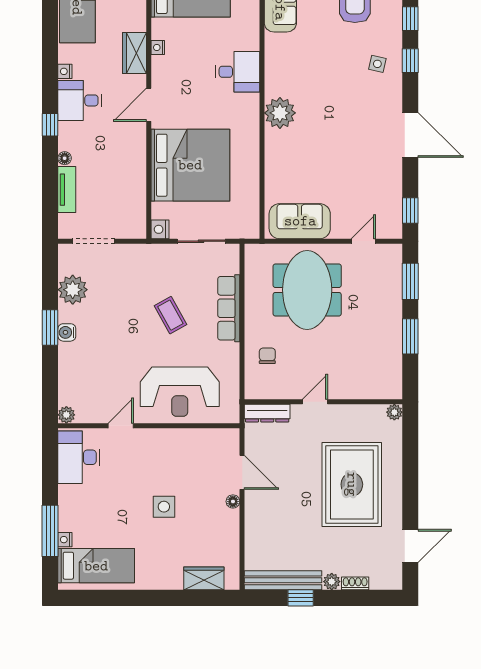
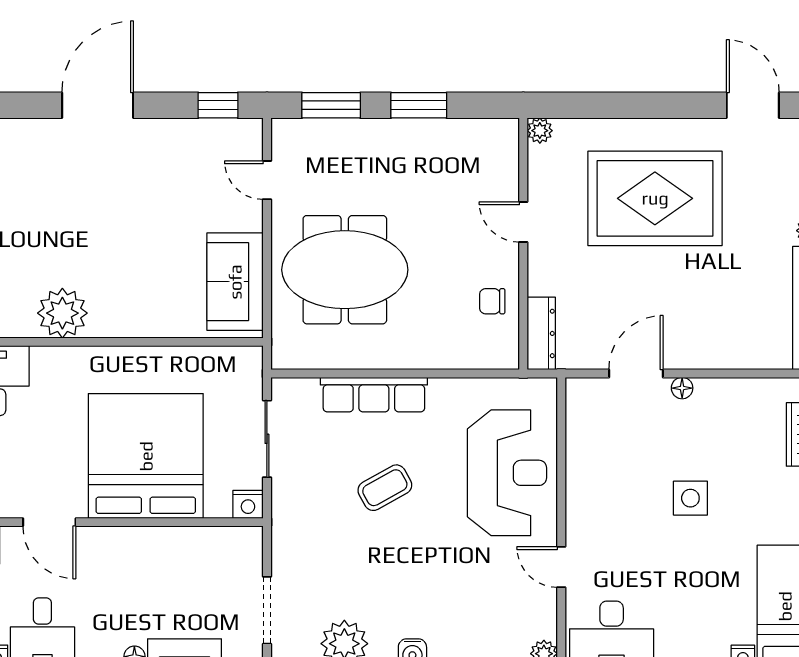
chair: (267, 356) -> (492, 301), moved
door: (315, 402) -> (523, 222), moved

